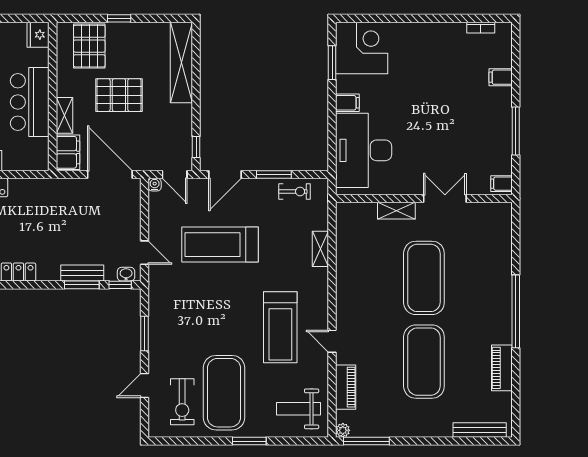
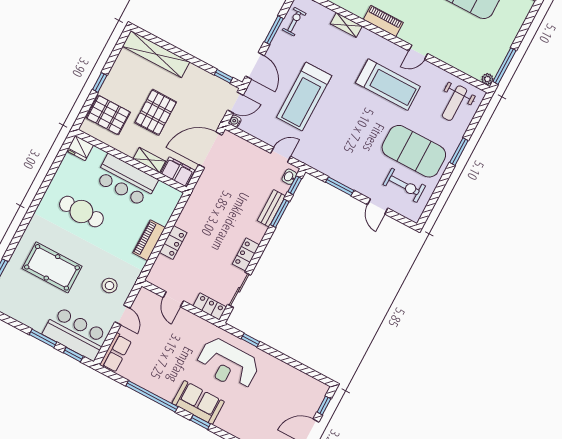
piano: (346, 387) -> (383, 21), moved

